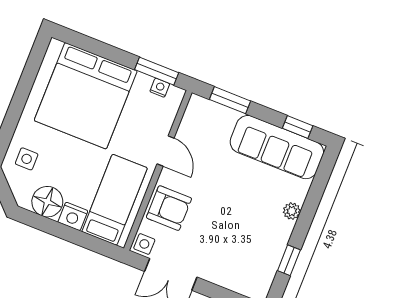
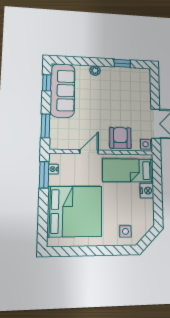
floor lamp: (47, 202) -> (145, 209), removed

